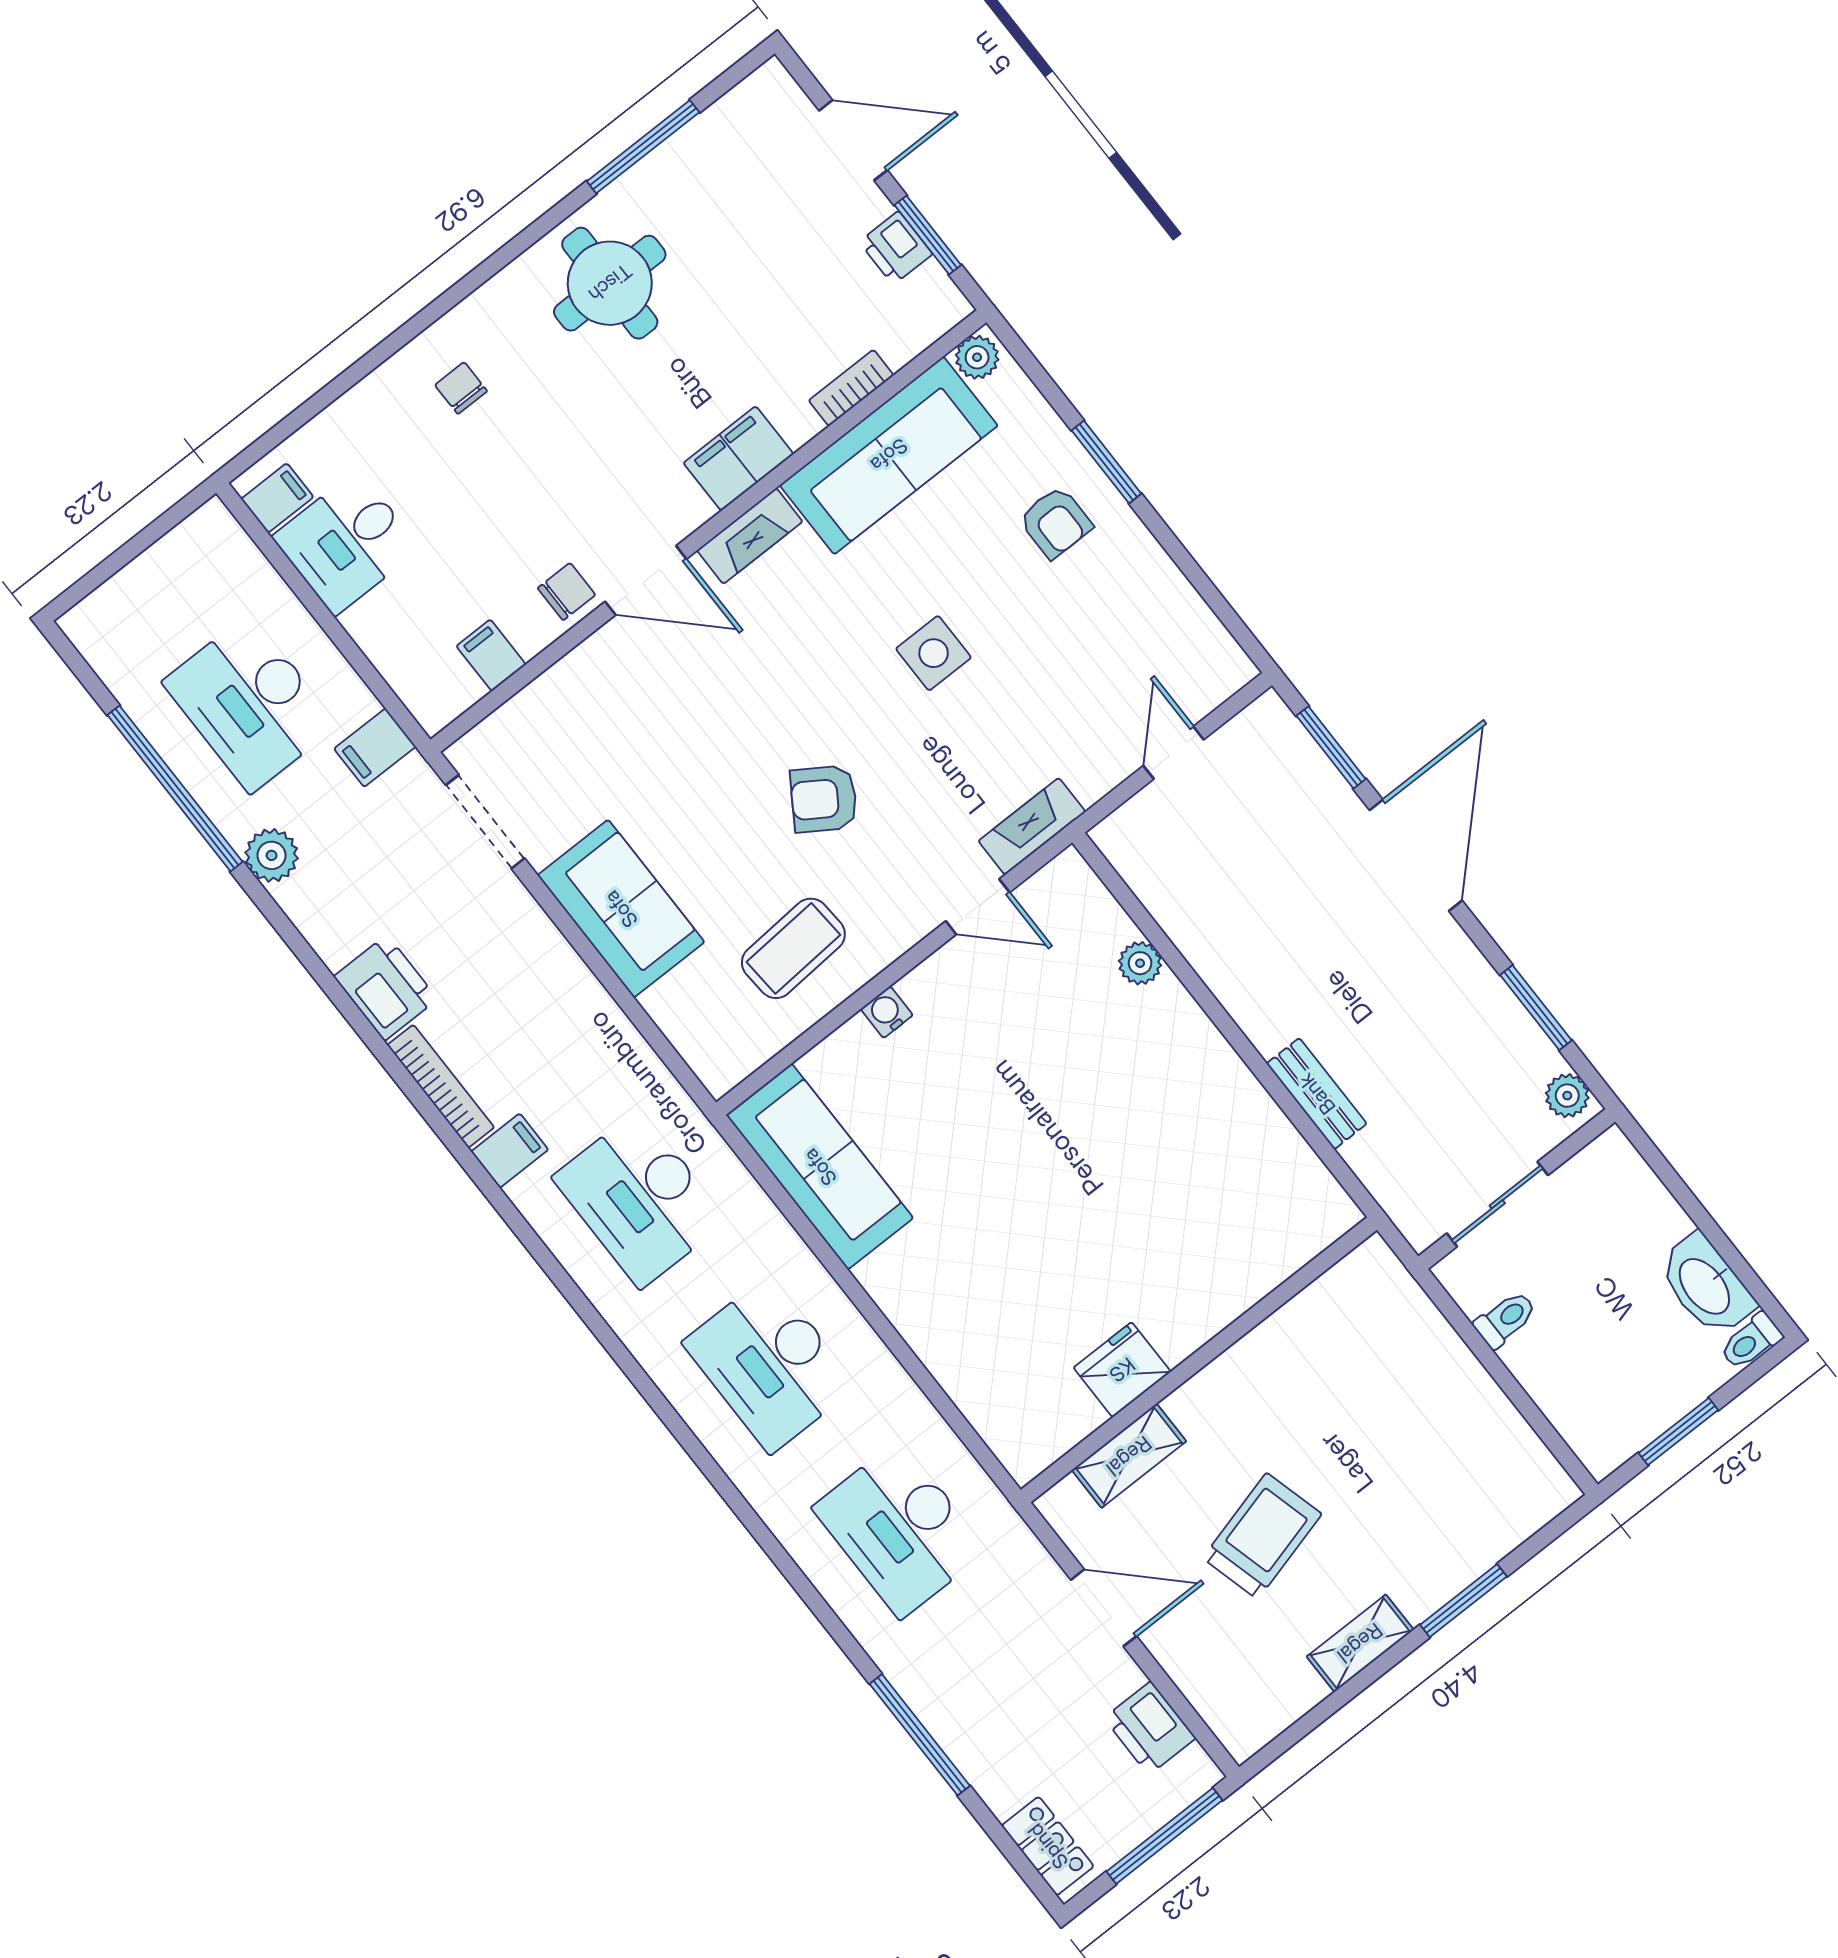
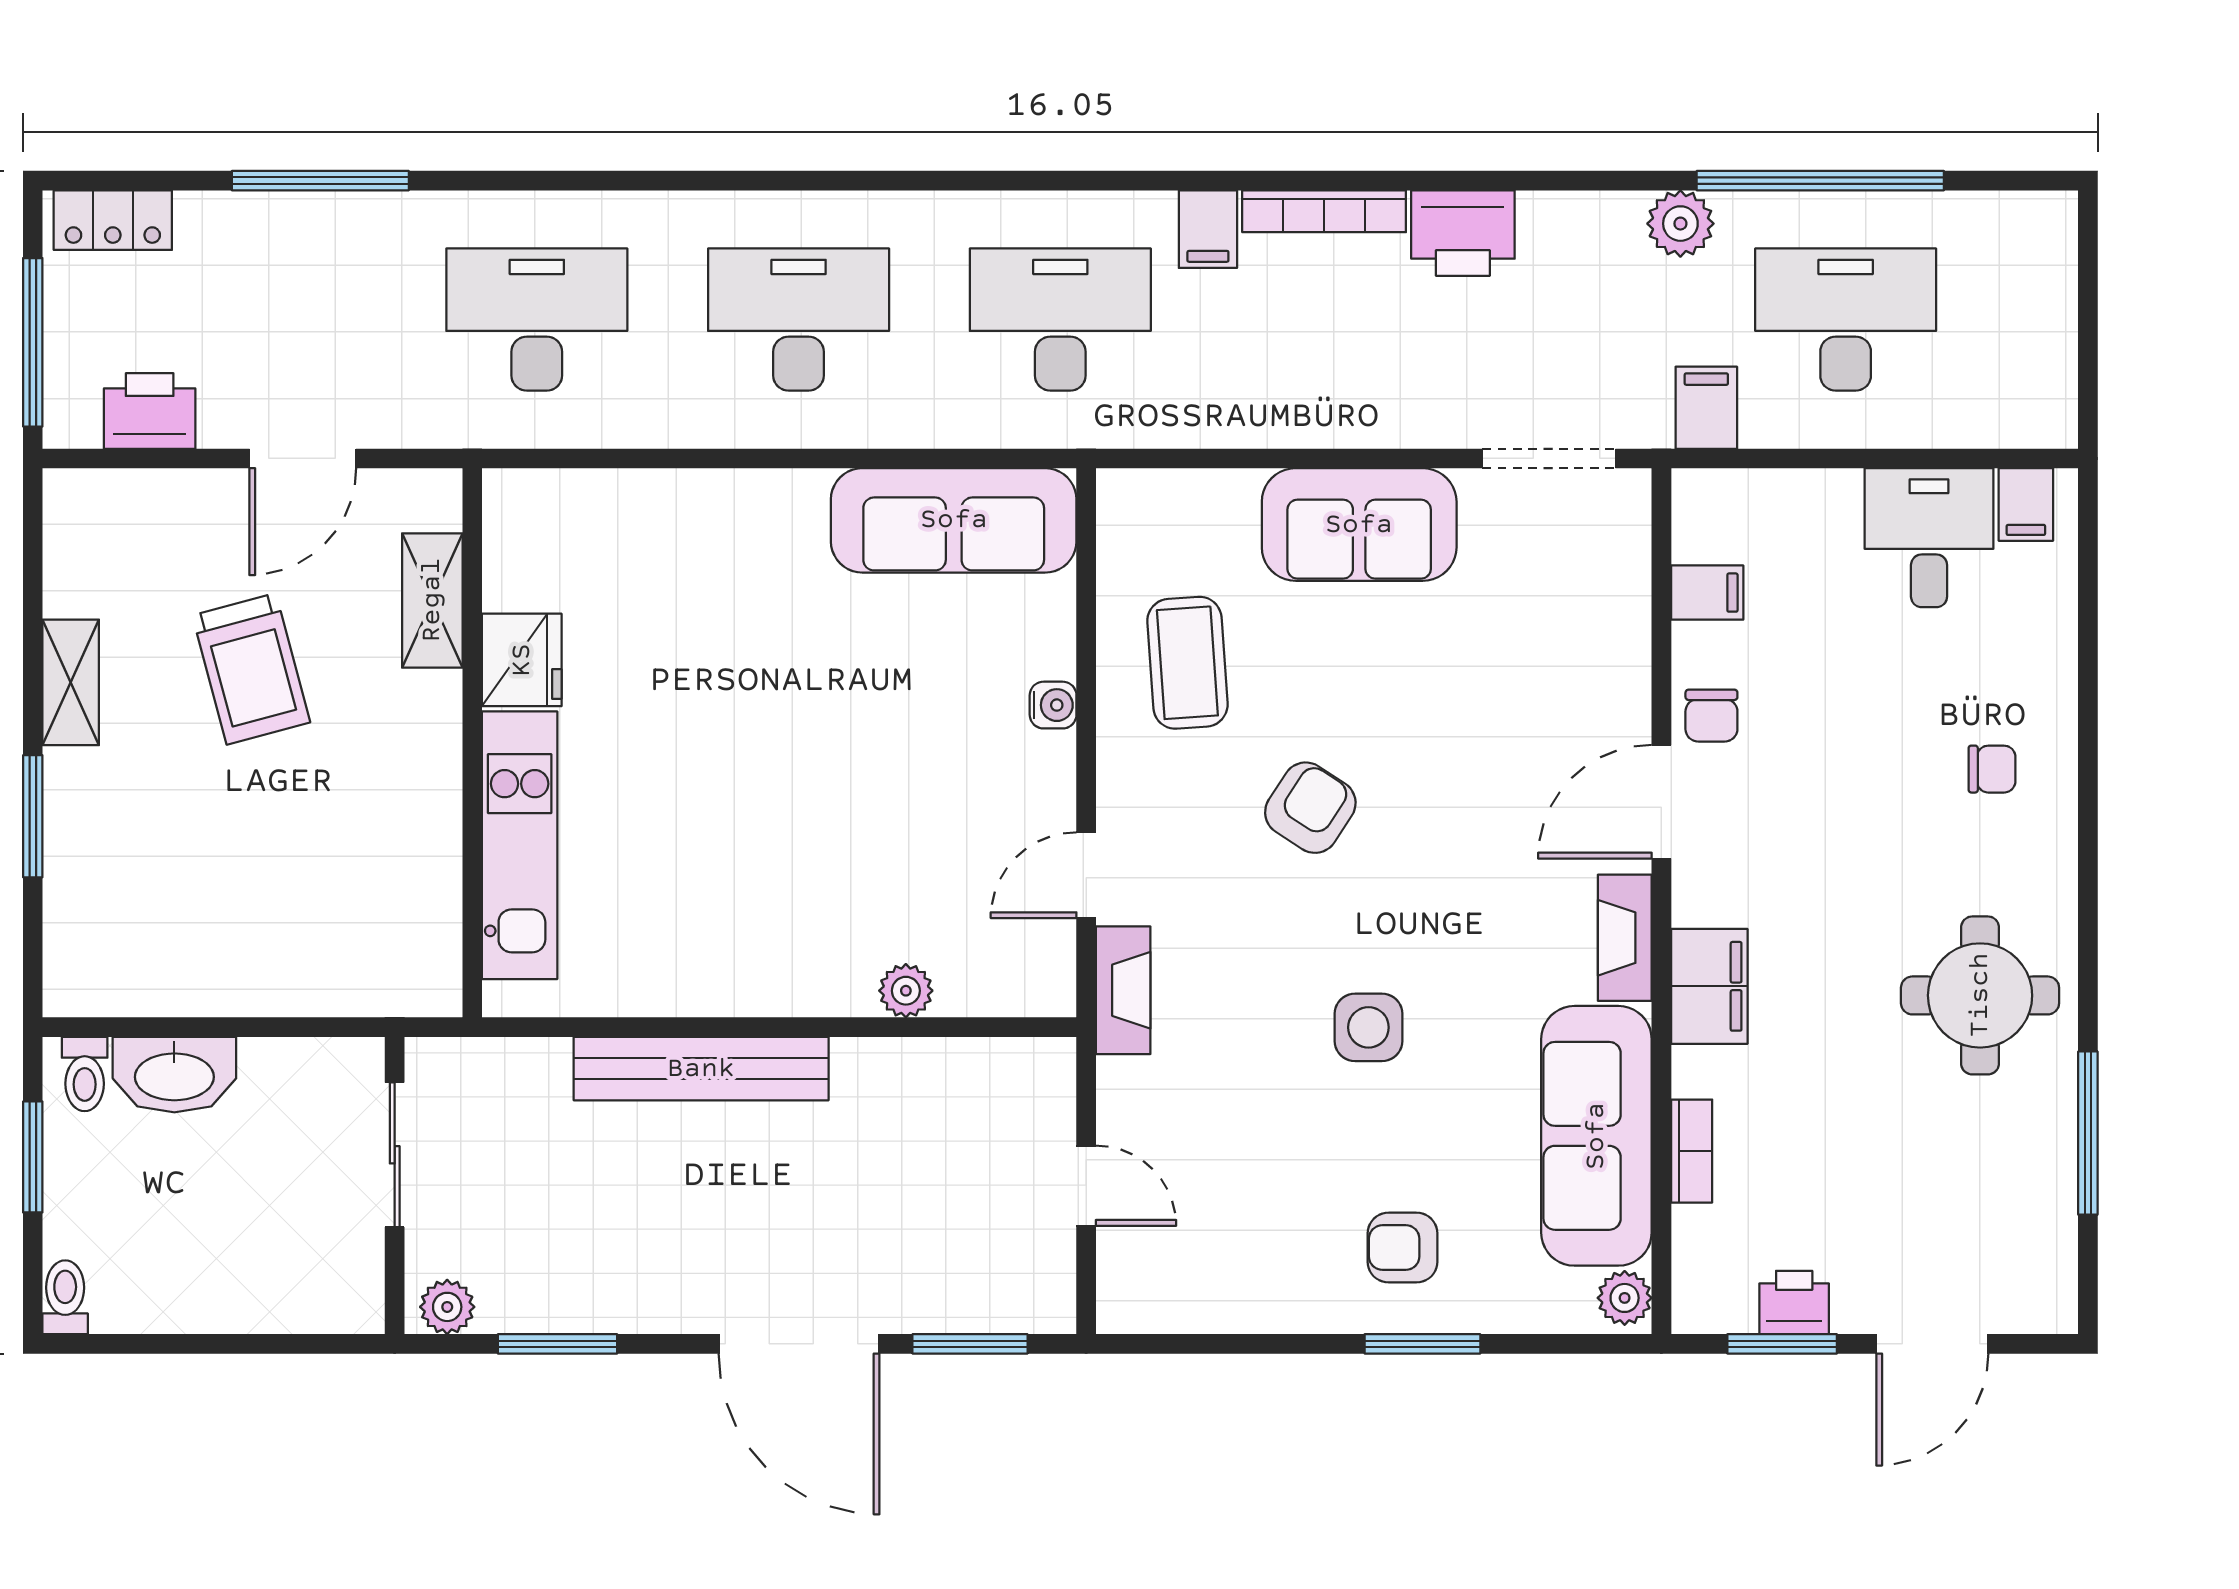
bench: (1317, 1094) -> (701, 1069), width x1.86, depth x1.21
kitchen unit: (1240, 1279) -> (520, 845), added
washbasin: (1706, 1285) -> (174, 1075), moved, turned 180
toilet: (1505, 1319) -> (85, 1074), moved

